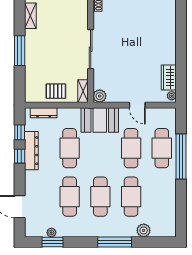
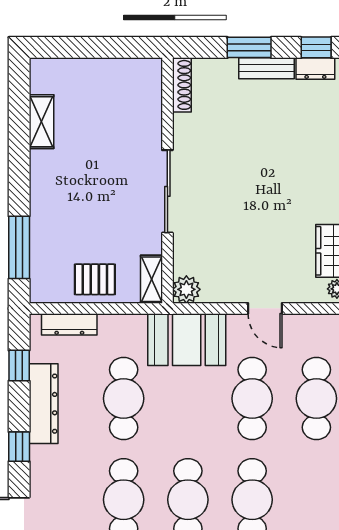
window: (20, 51) -> (19, 247), moved
window: (20, 156) -> (19, 447), moved

